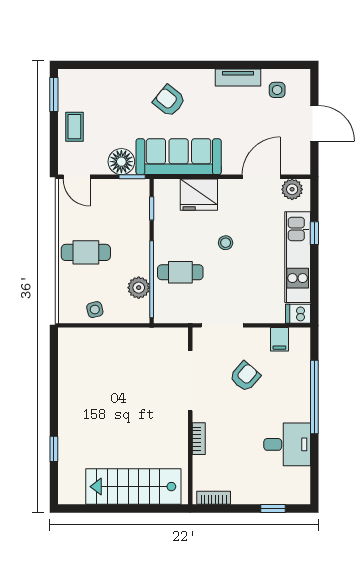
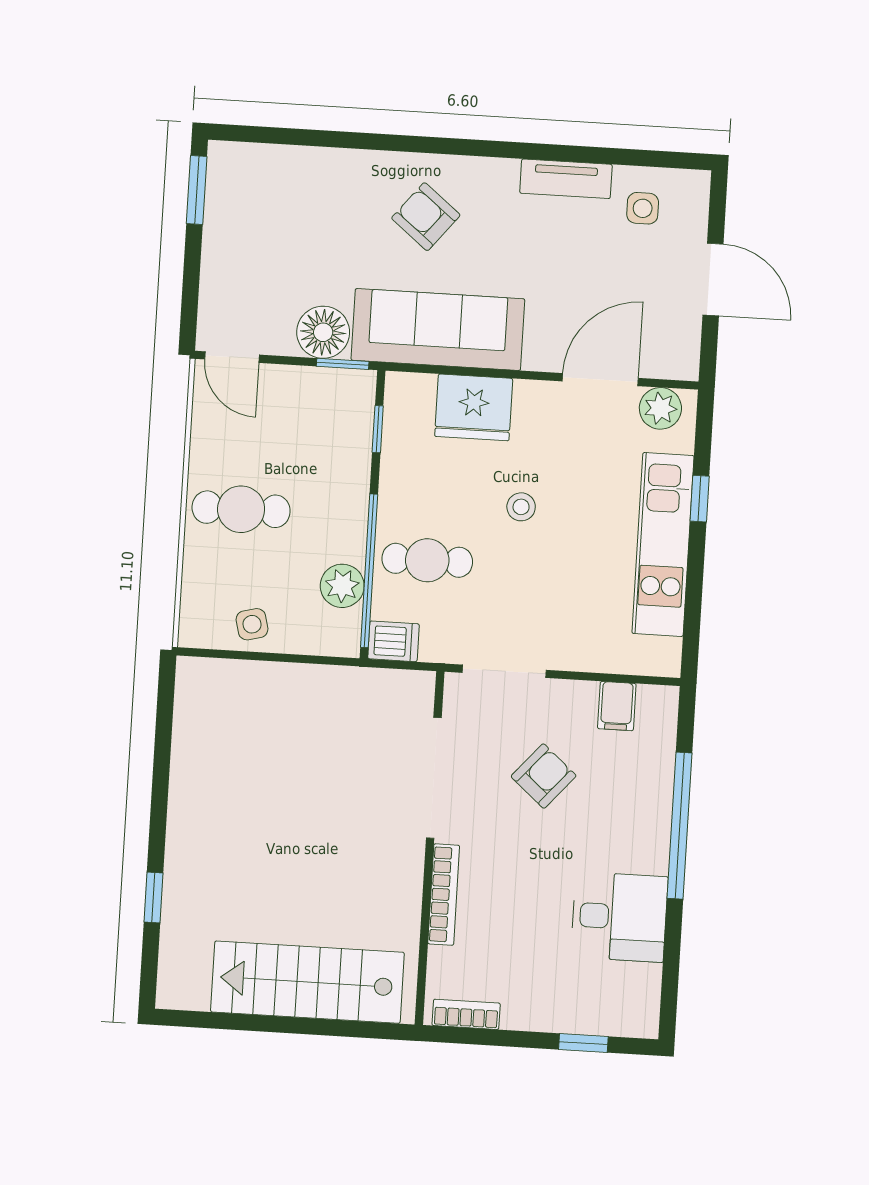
coffee table: (74, 127) -> (234, 257), removed
dishwasher: (298, 314) -> (393, 641), moved, turned 180
bookcase: (199, 439) -> (444, 895), width x1.56

